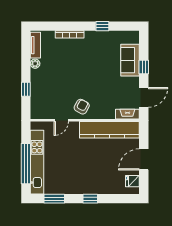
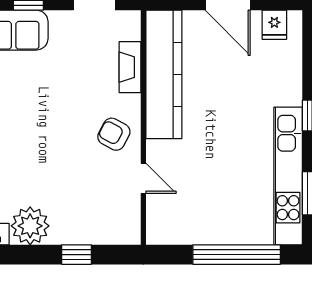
plant: (35, 64) -> (30, 226), width x1.88, depth x1.88
fireplace: (127, 114) -> (130, 67), moved
kitchen unit: (37, 162) -> (288, 176), moved, turned -90

